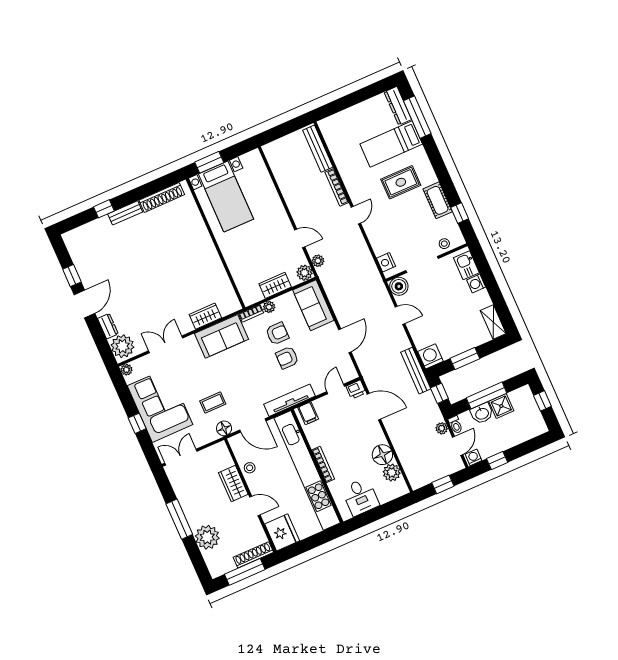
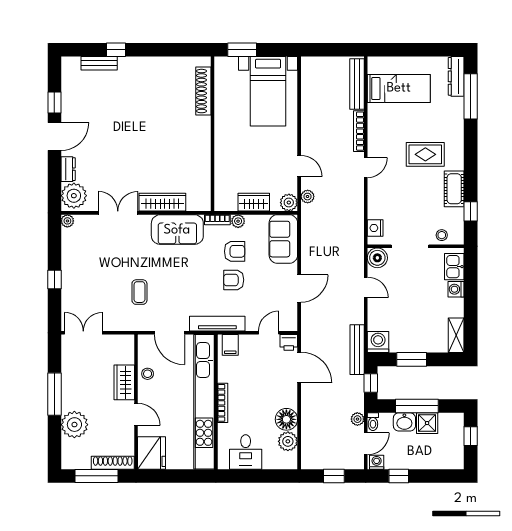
bed: (391, 144) -> (399, 88), moved, turned 180
bed with nightstands: (226, 196) -> (268, 91), moved
shoe rack: (162, 197) -> (203, 91), moved, turned 90
bench: (125, 213) -> (99, 63), moved
wardrobe: (205, 316) -> (162, 202), width x1.50
coffee table: (213, 402) -> (139, 292), turned 90
corner sofa: (160, 405) -> (85, 271), removed
floor lamp: (224, 428) -> (139, 323), removed

